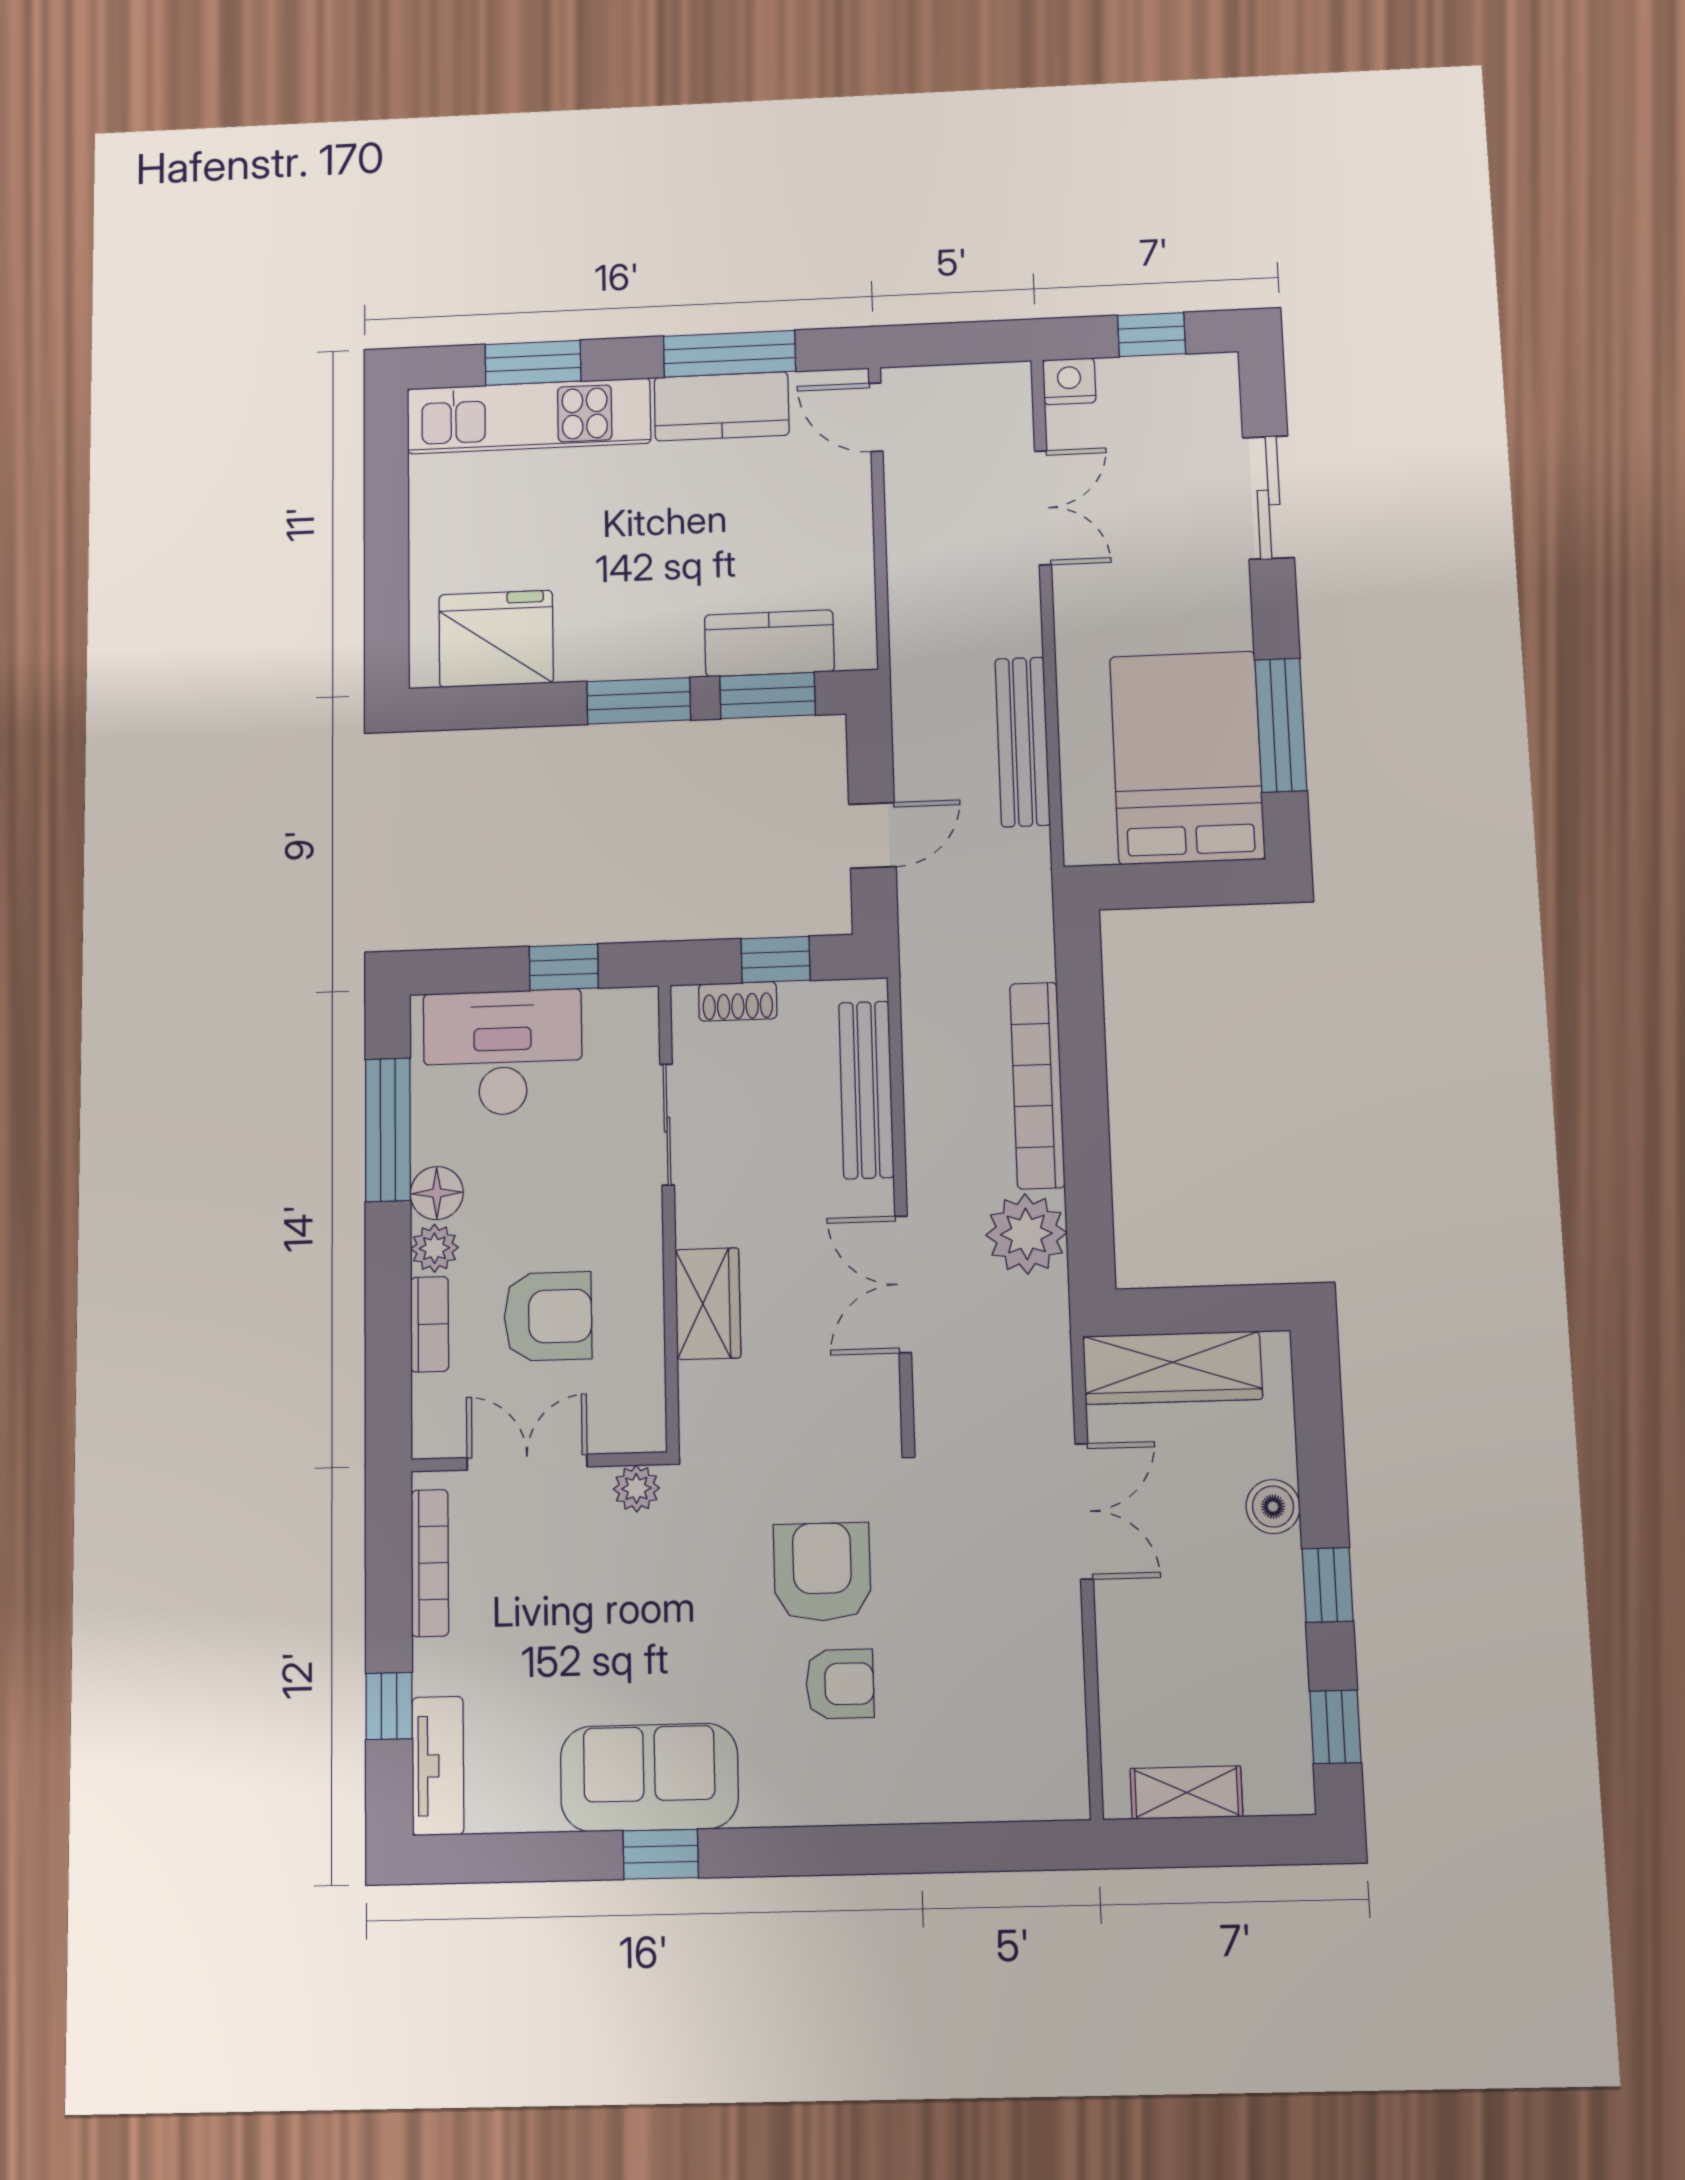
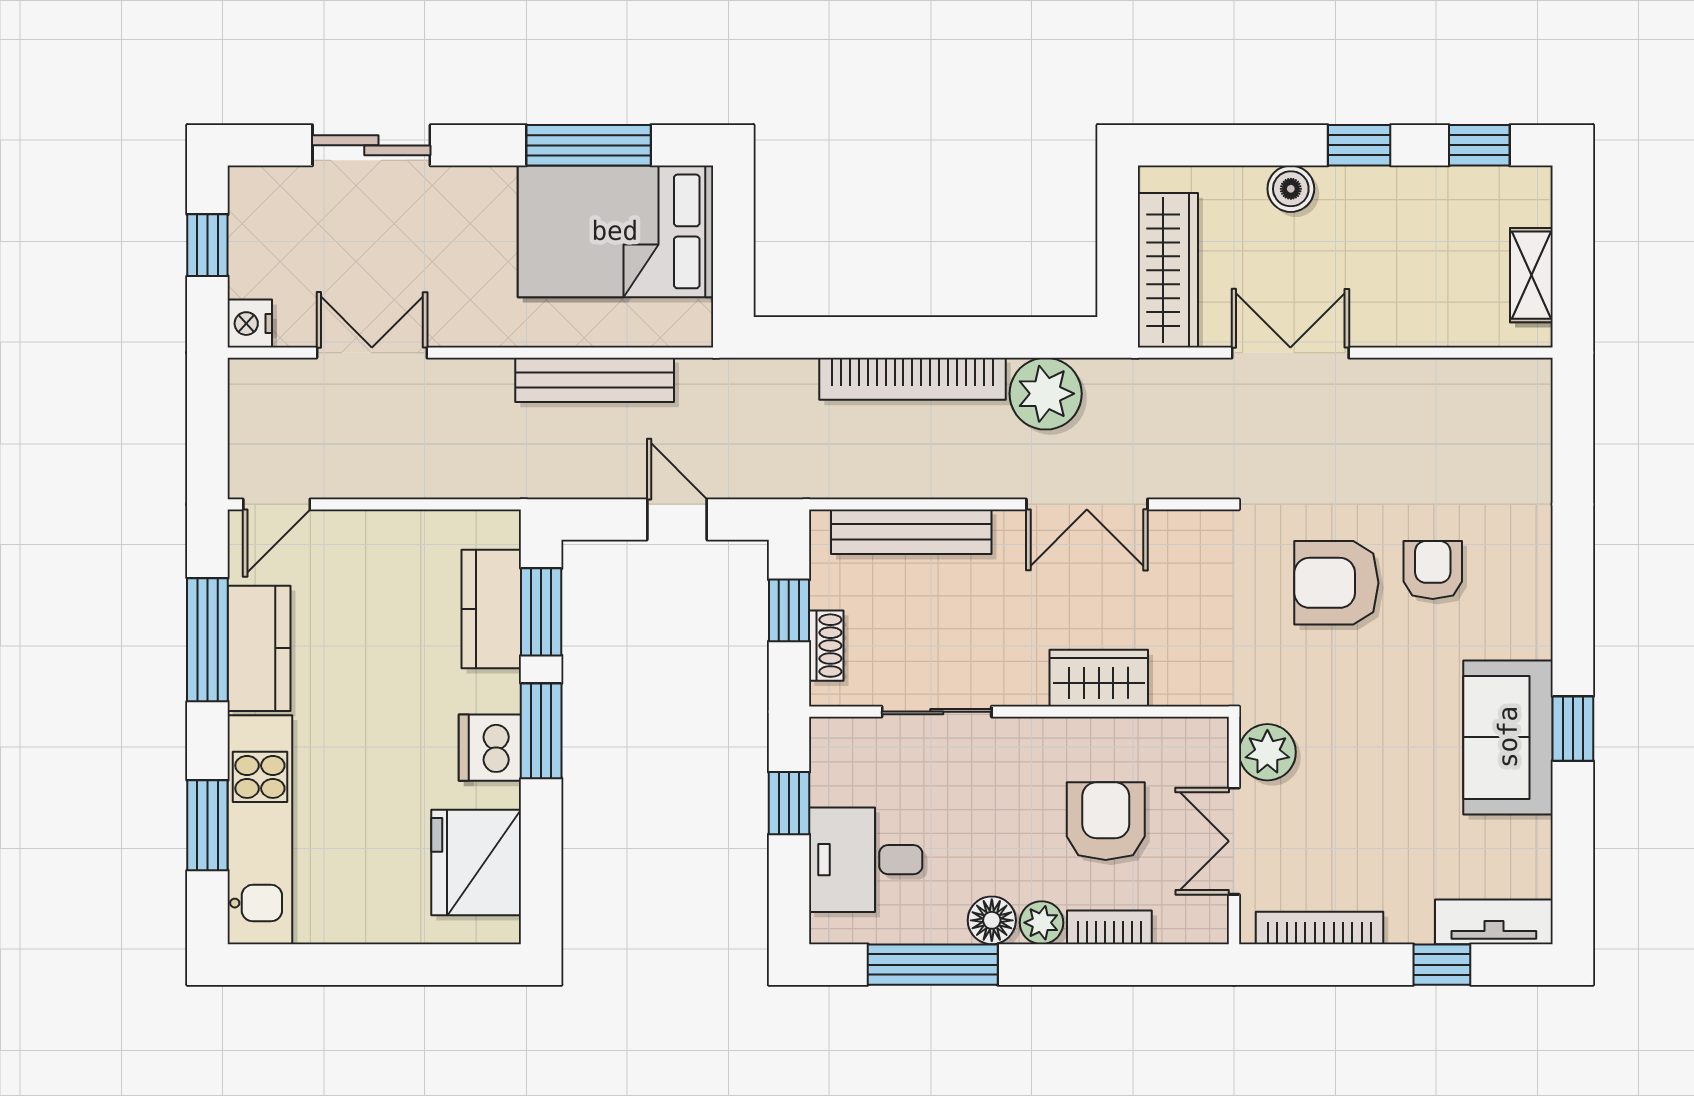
dishwasher: (620, 648) -> (490, 748), added
desk: (503, 1053) -> (866, 860), width x0.73
plant: (636, 1488) -> (1267, 752), width x1.38, depth x1.38

